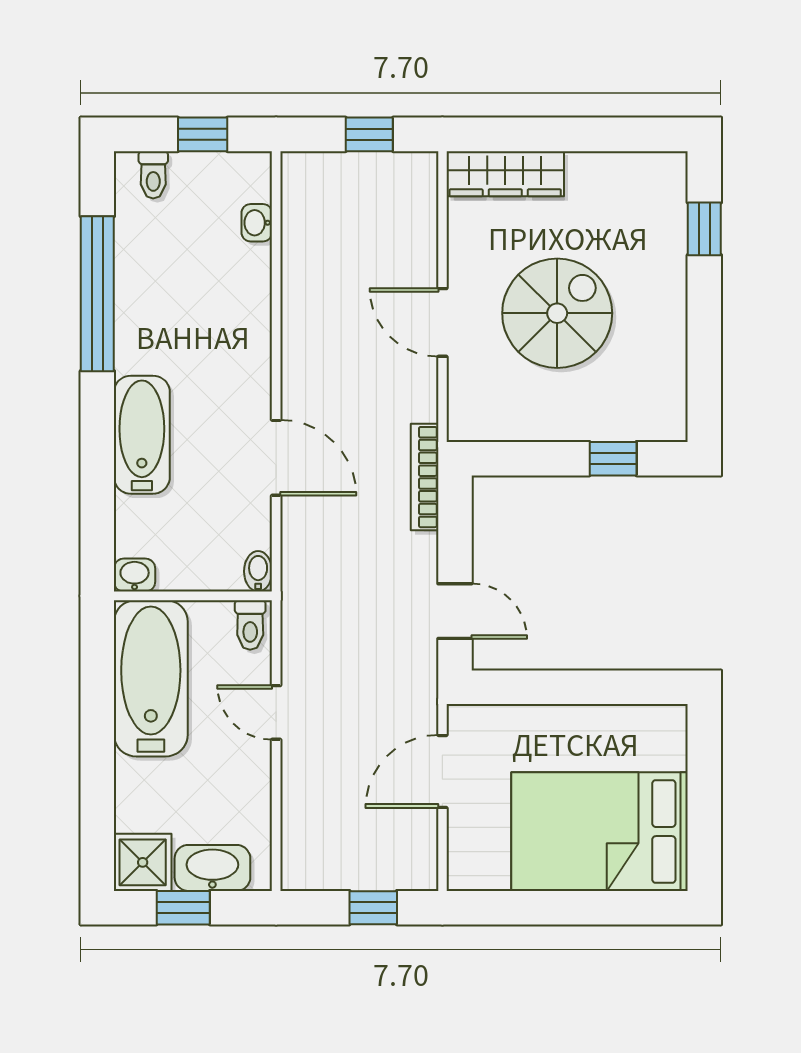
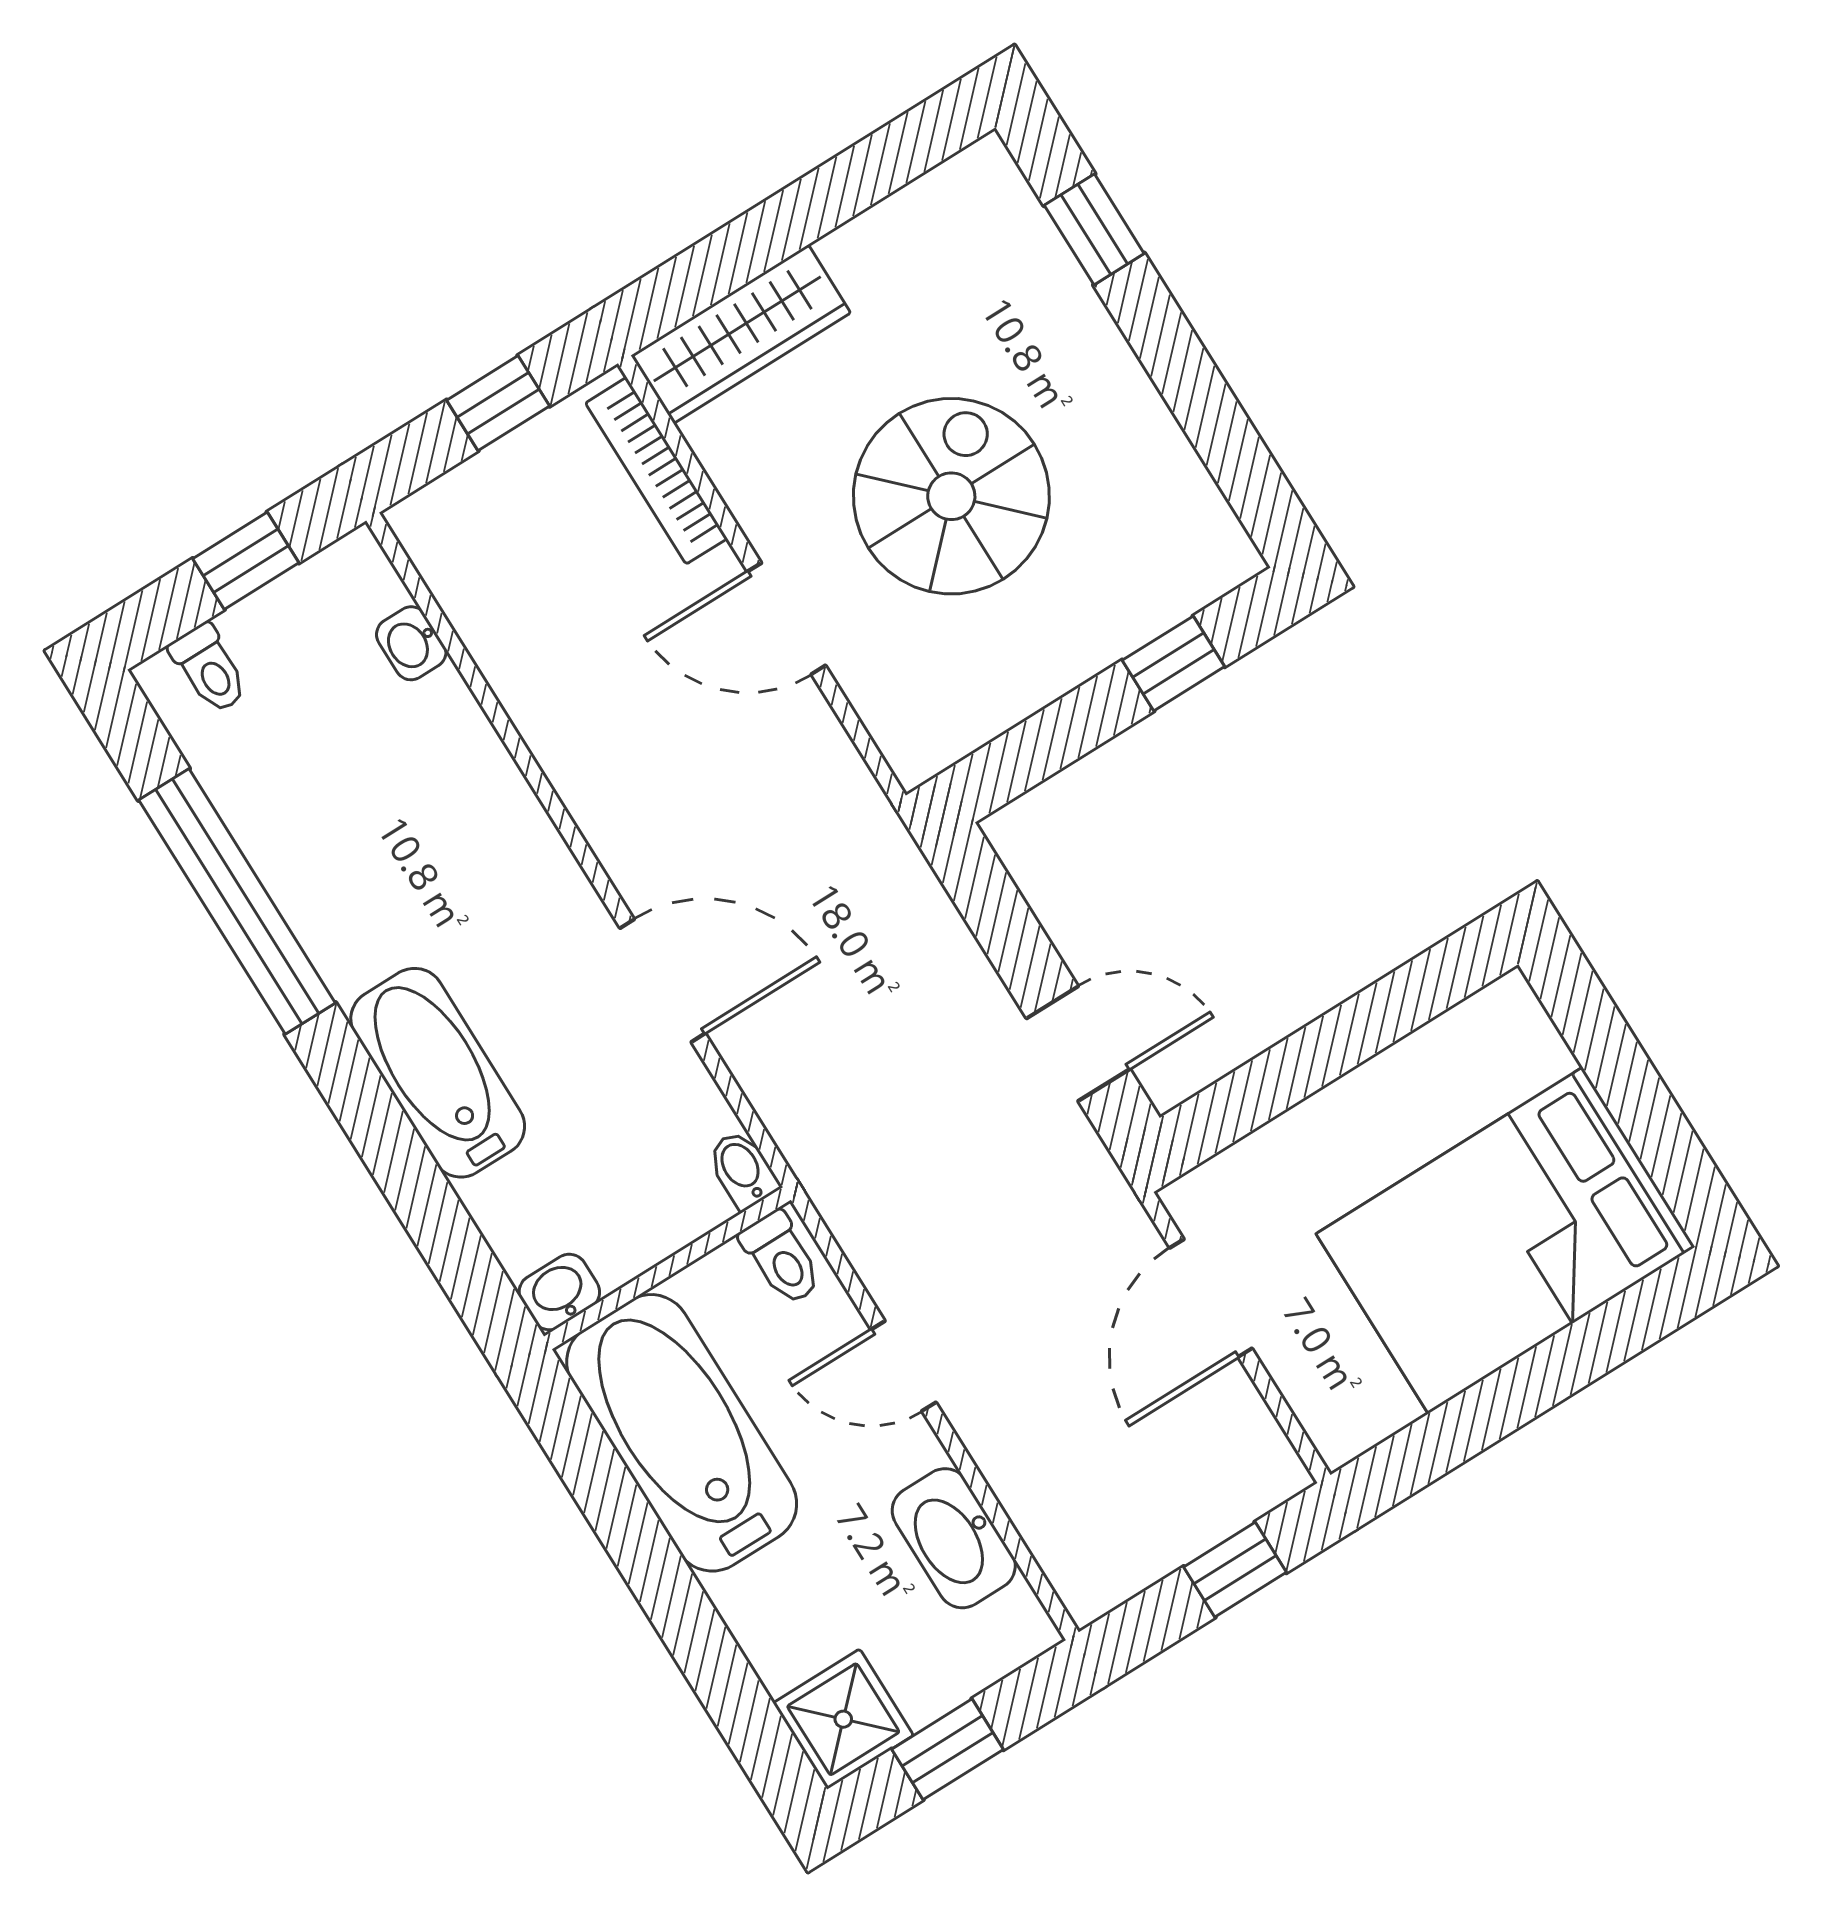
bookcase: (425, 477) -> (656, 471), moved
washbasin: (212, 868) -> (954, 1538), moved, turned -90

